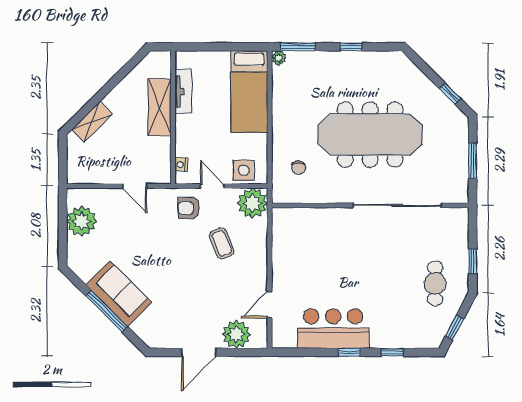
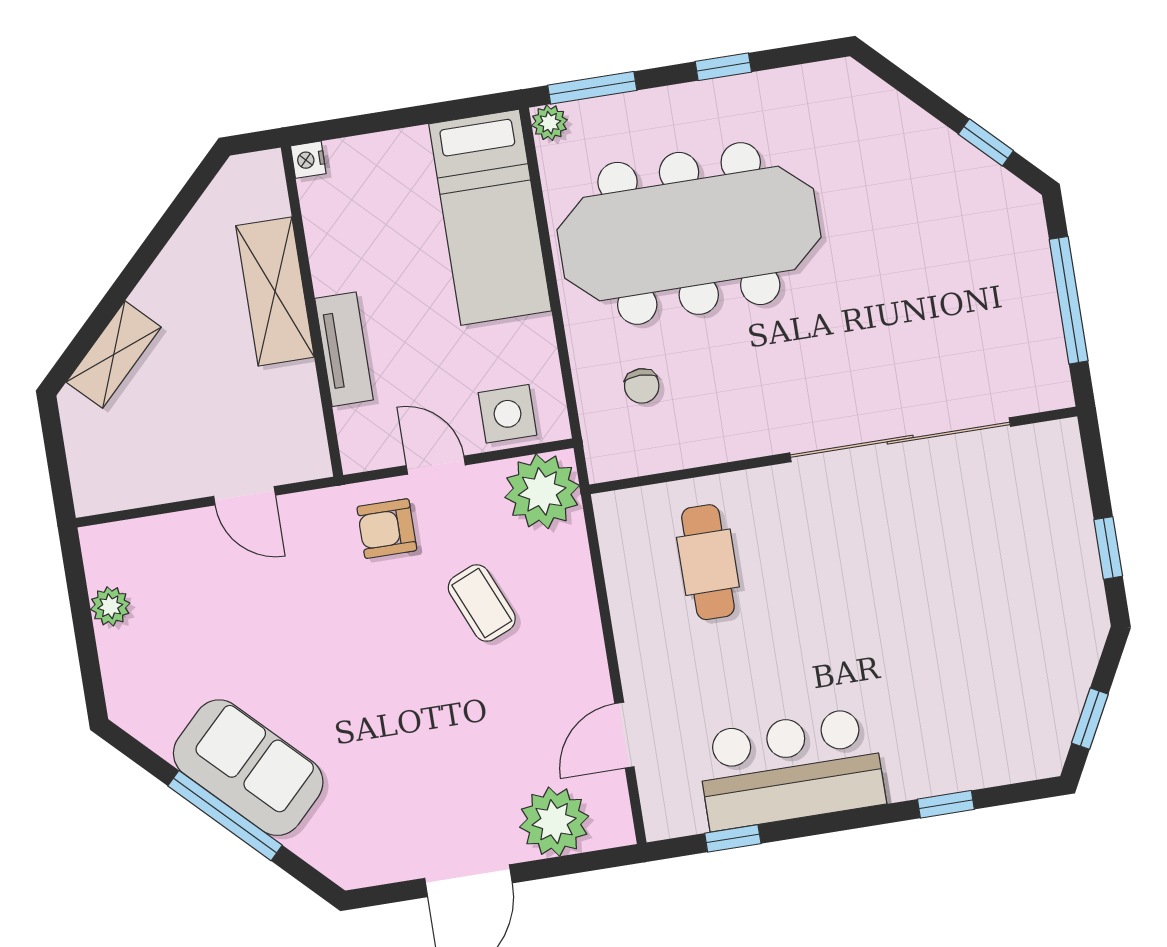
tv unit: (183, 91) -> (344, 349), moved
meeting table: (370, 135) -> (689, 233), moved
window: (473, 161) -> (1069, 300), width x1.44
nightstand: (181, 164) -> (308, 160), moved
plant: (82, 221) -> (110, 606), width x0.53, depth x0.53
cafe table: (435, 283) -> (708, 562), moved
window: (349, 352) -> (733, 838), moved

